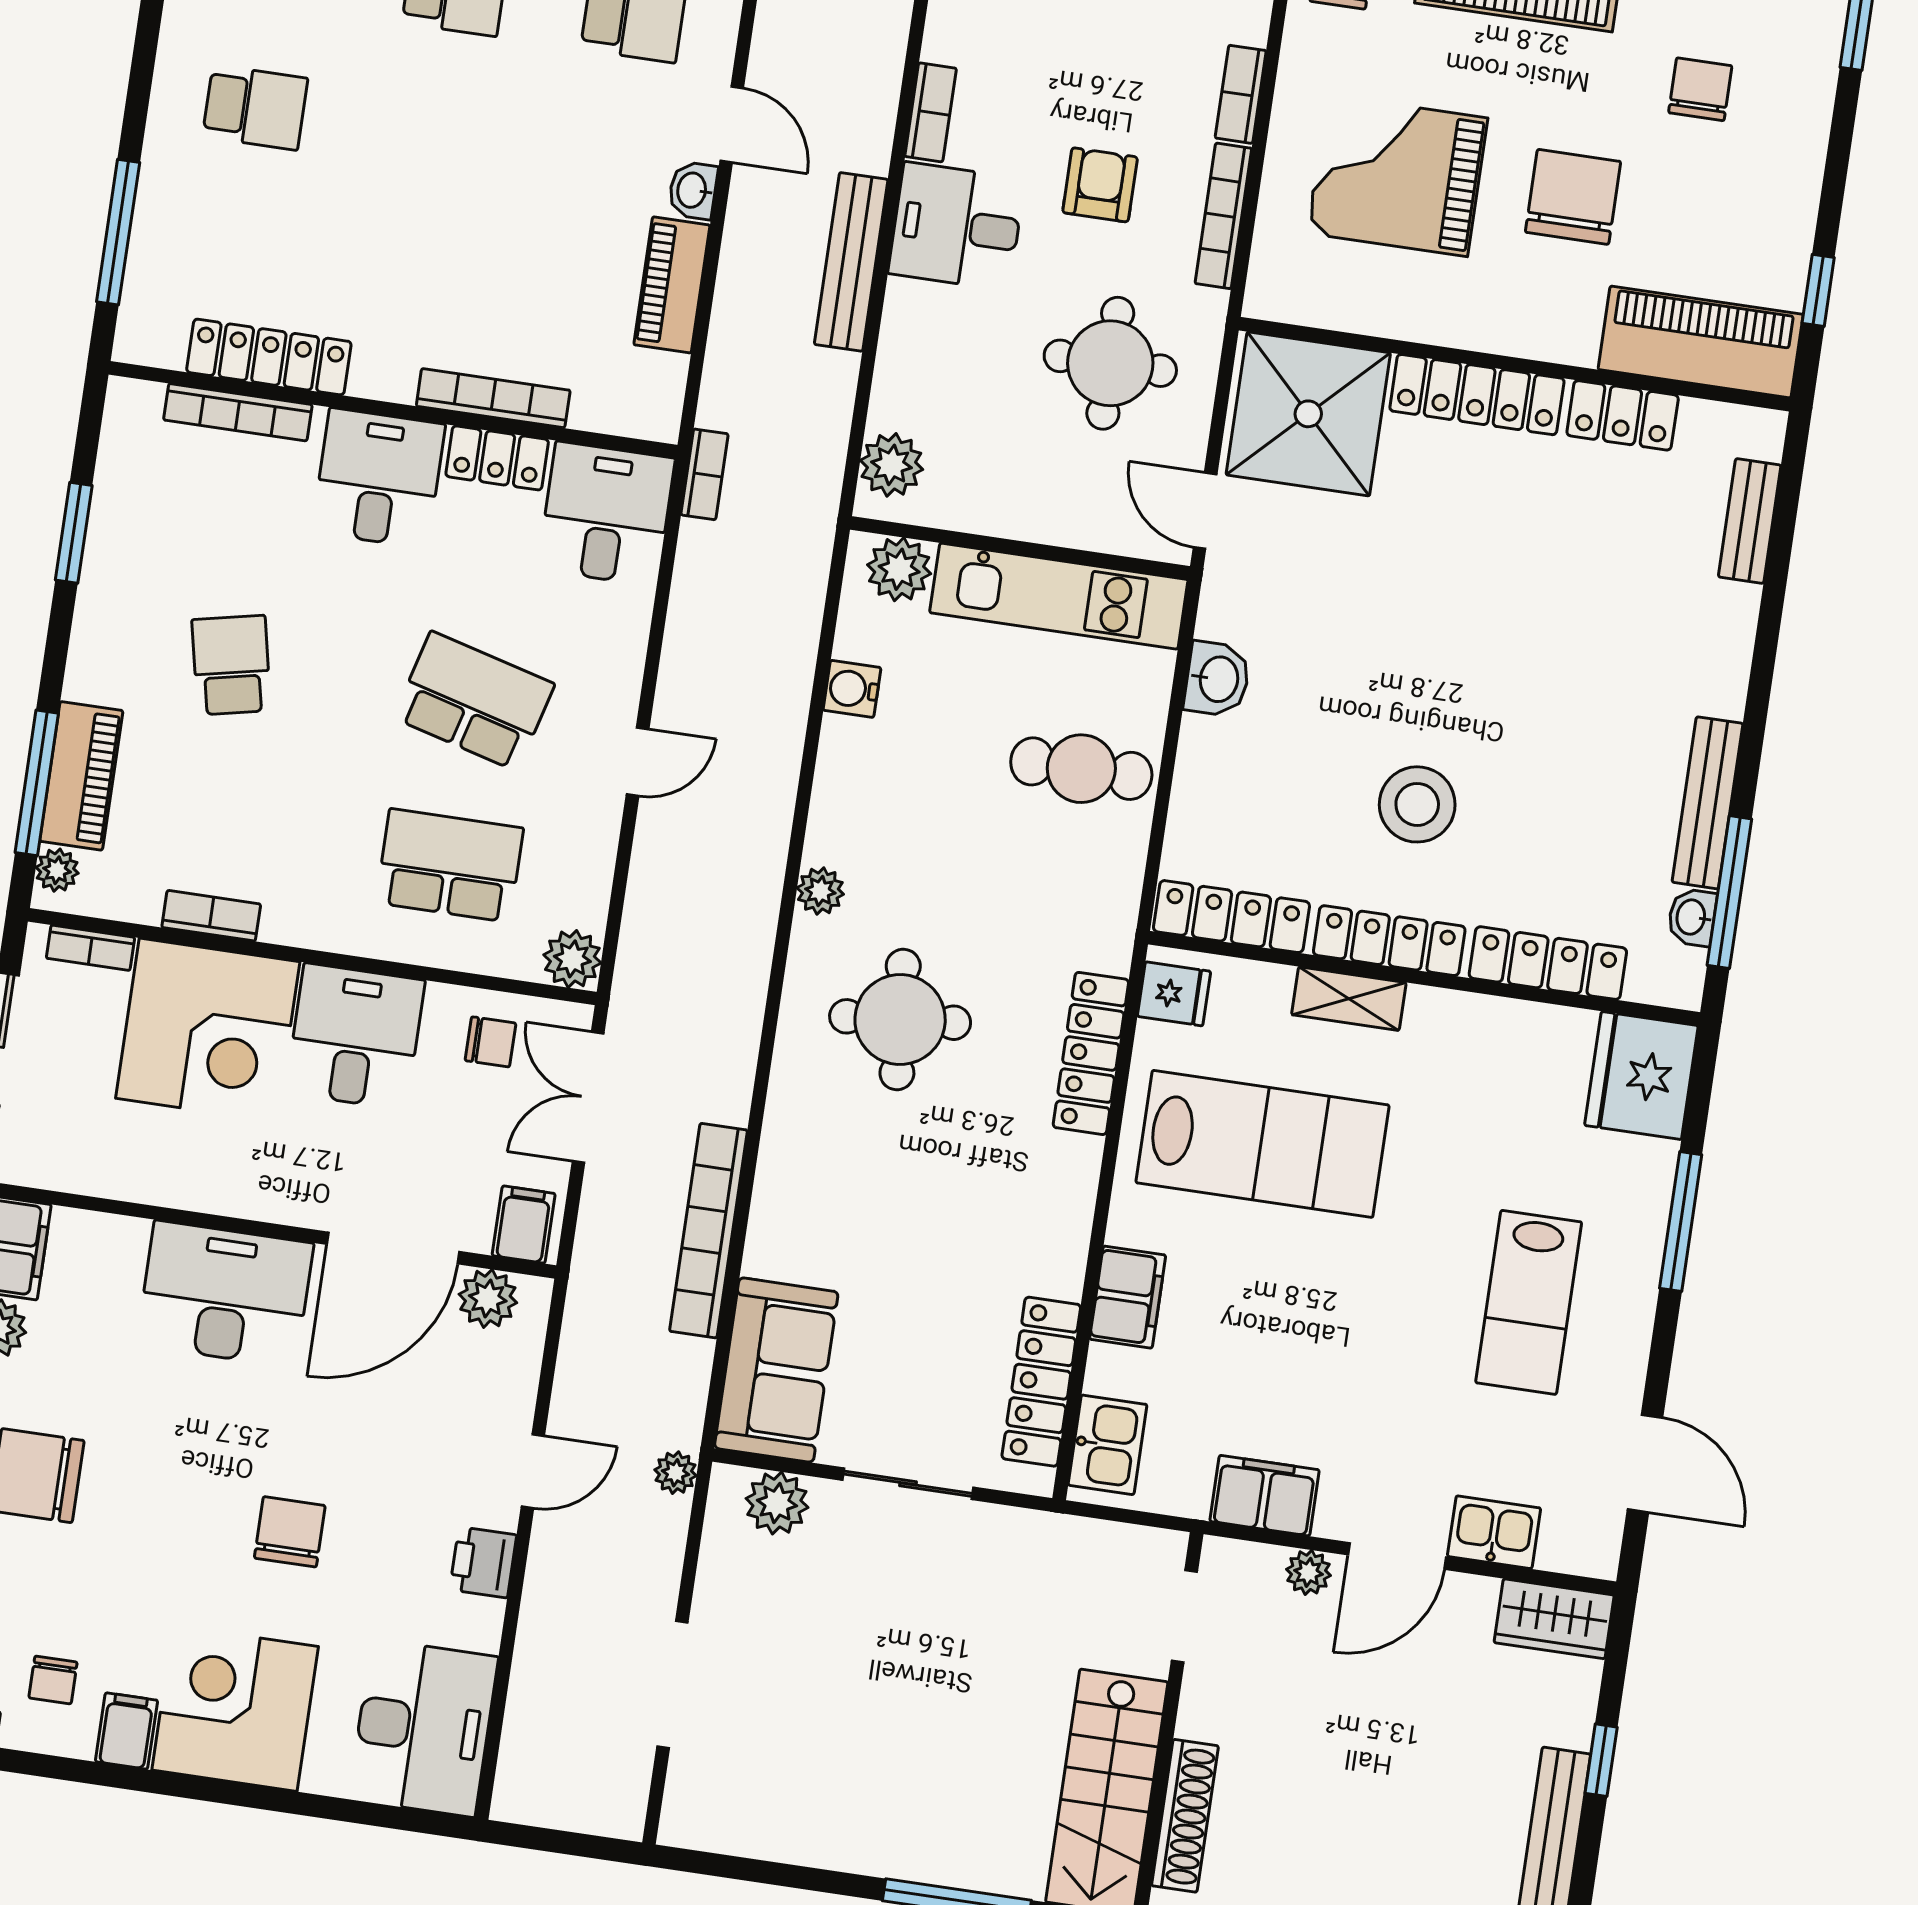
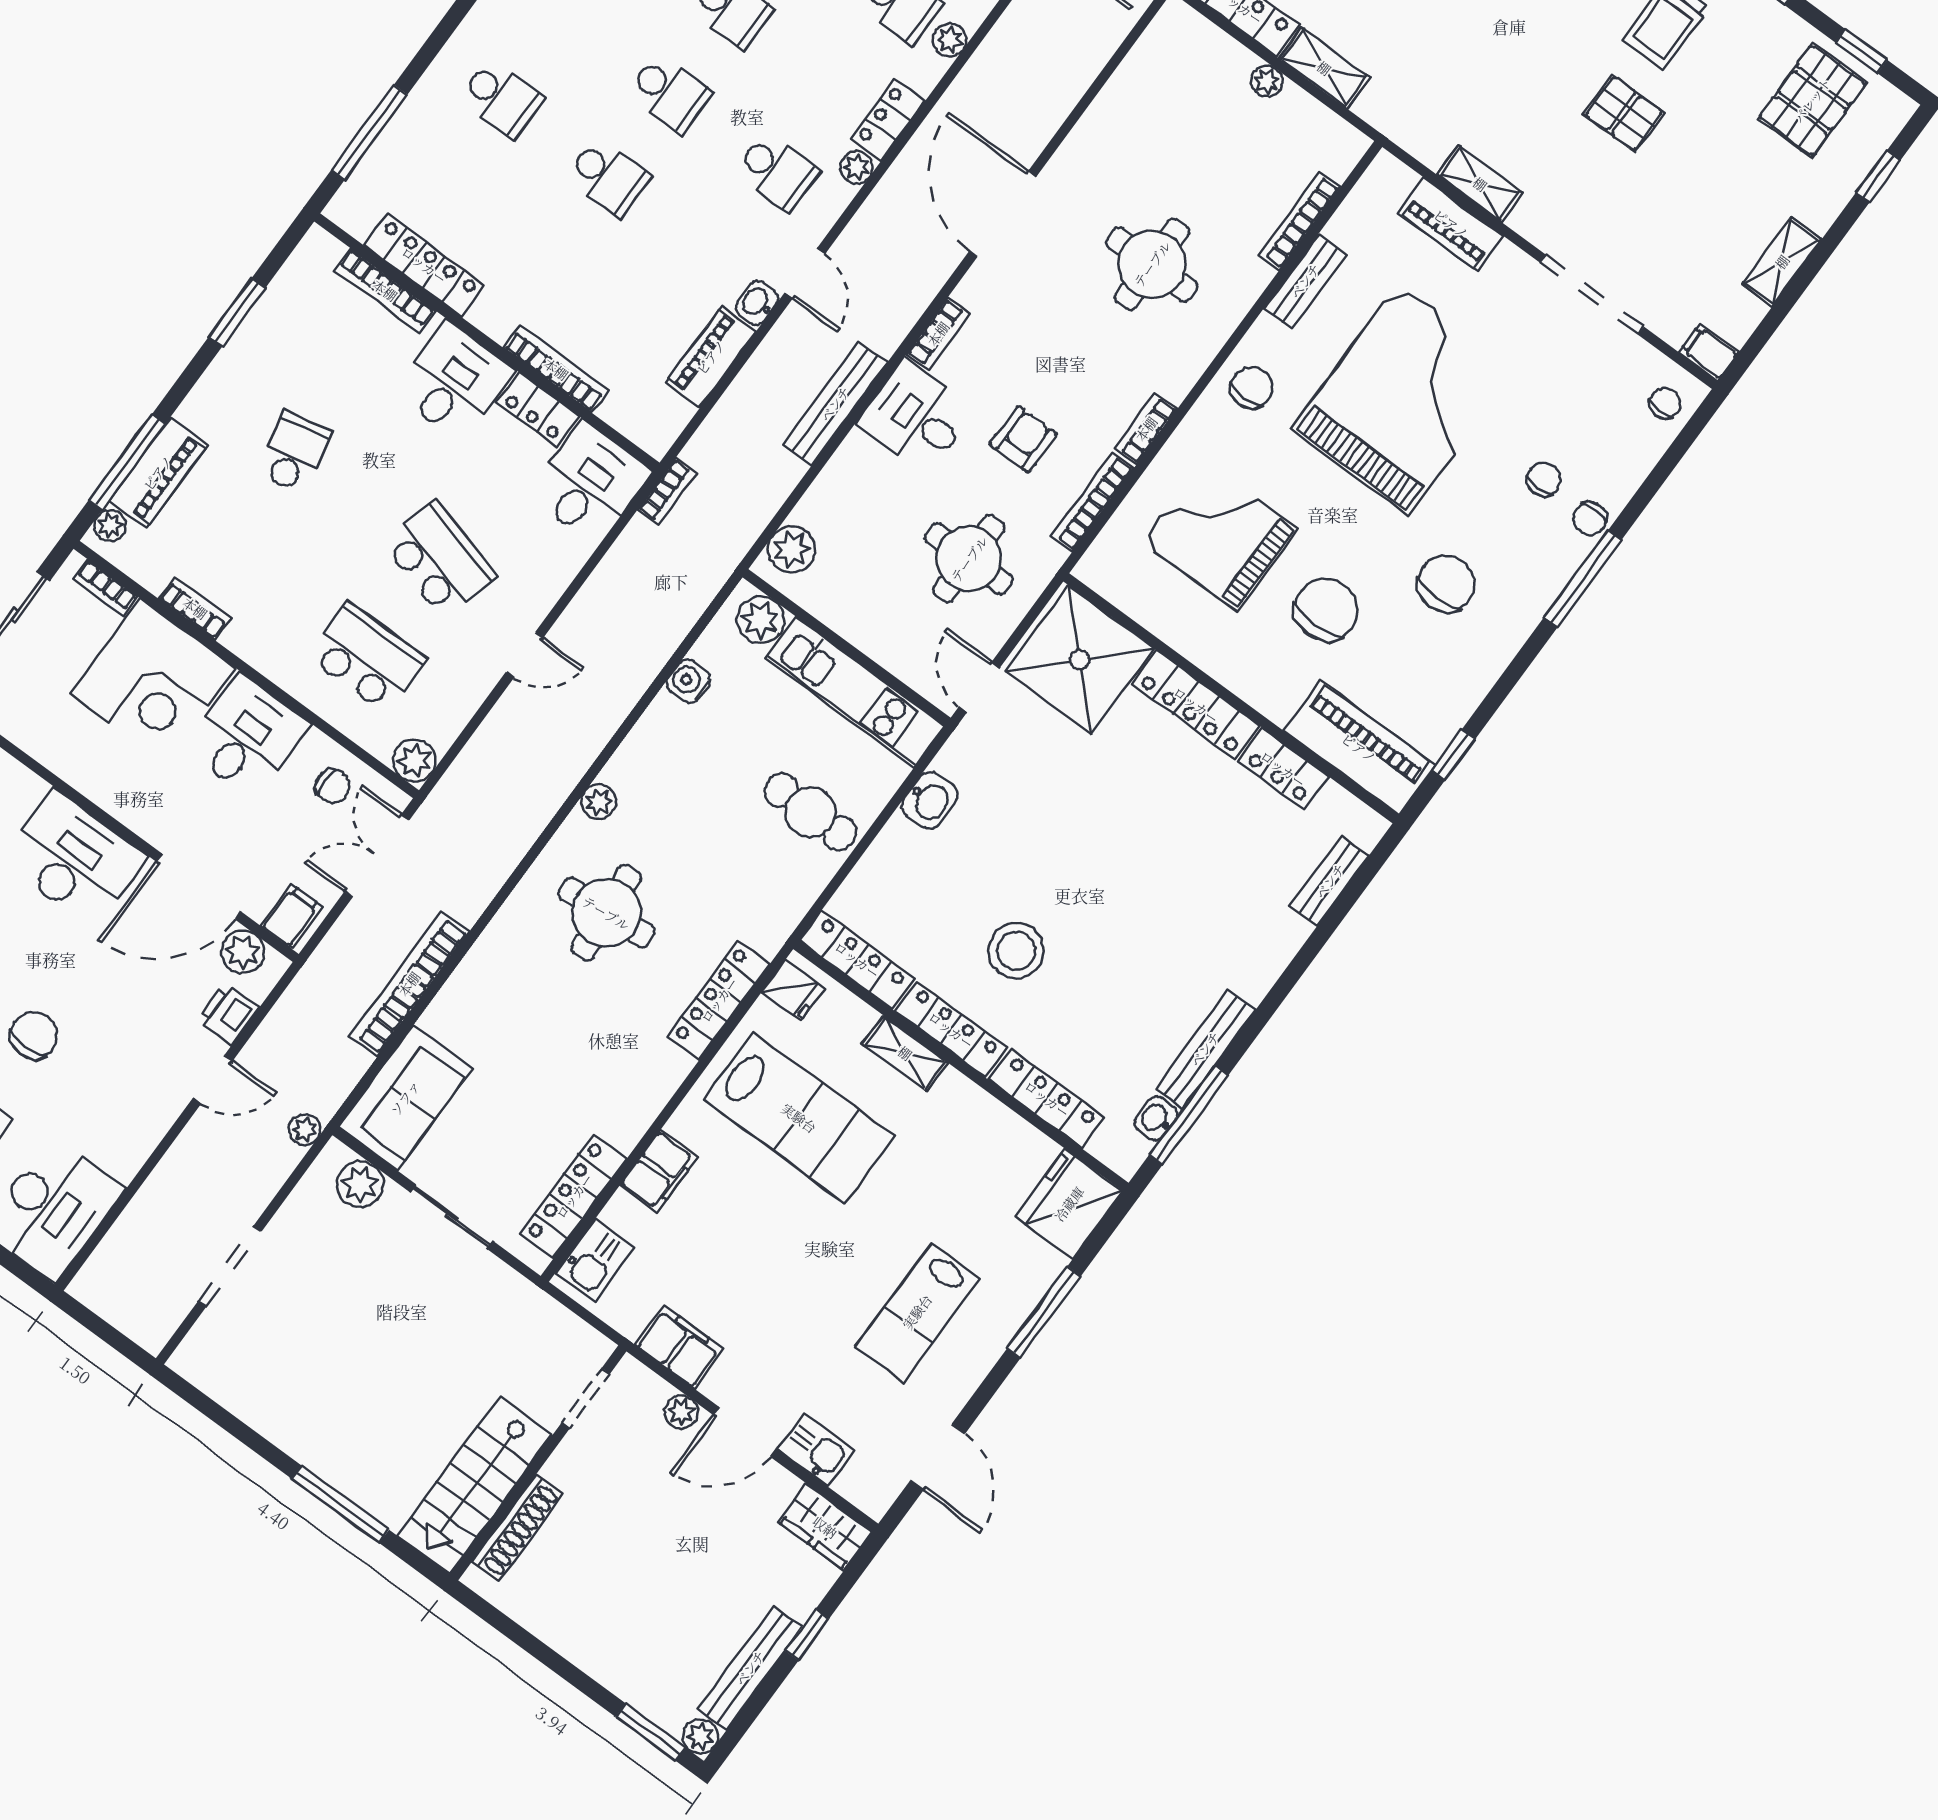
chair: (1700, 89) -> (1446, 584), width x1.37, depth x1.37
school desk: (434, 134) -> (608, 177), added
printer: (483, 1562) -> (228, 1014), moved

